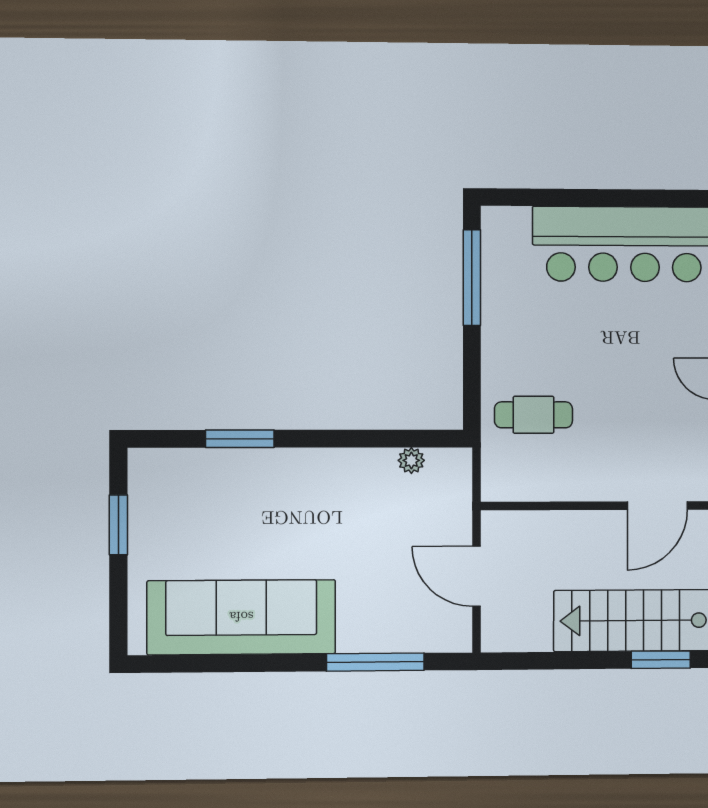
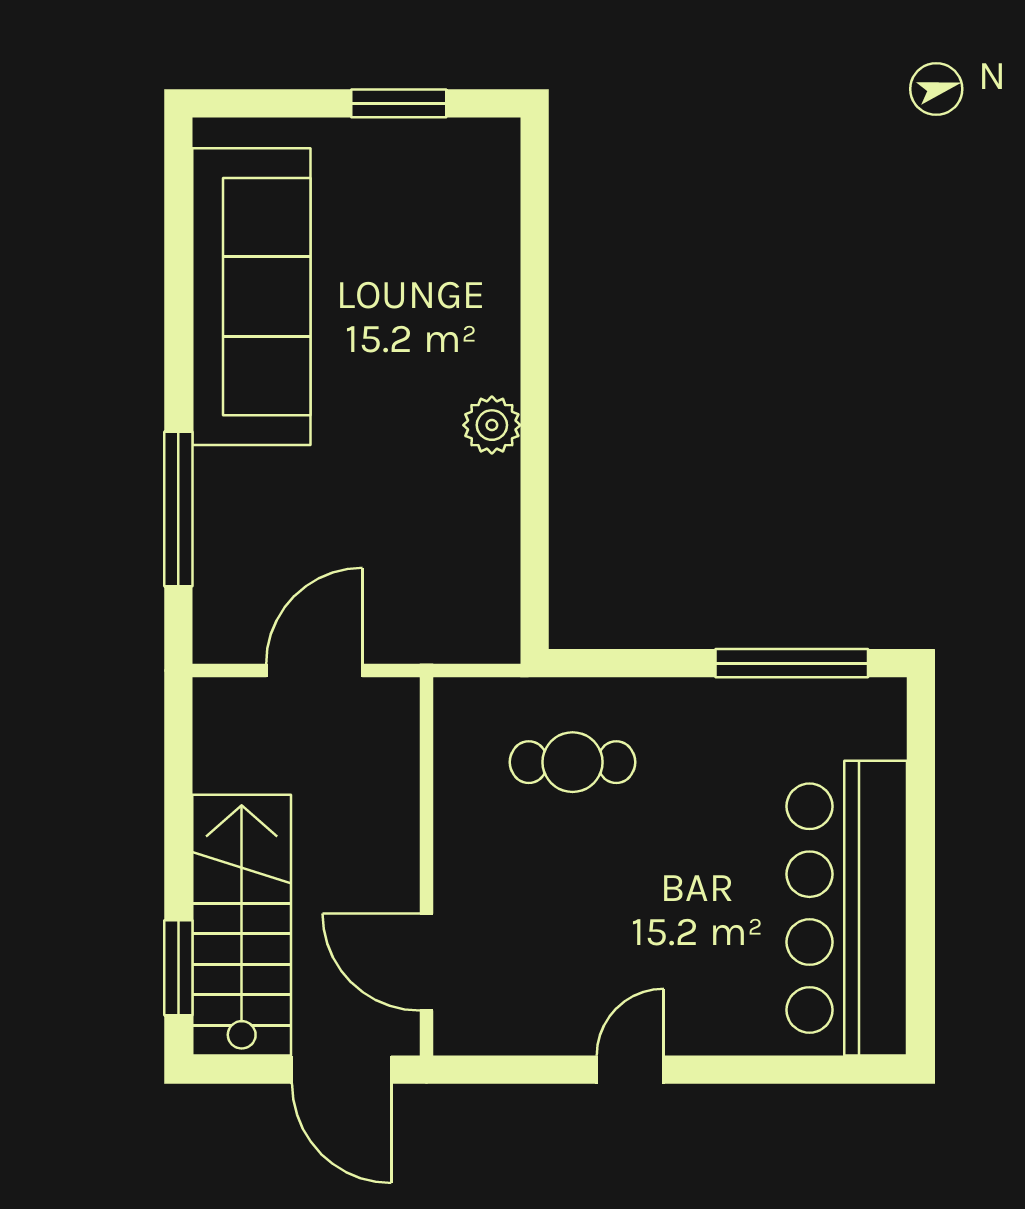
cafe table: (534, 415) -> (573, 762), turned 90
window: (240, 439) -> (535, 294), removed
plant: (411, 460) -> (492, 425), moved, width x1.38, depth x1.38

